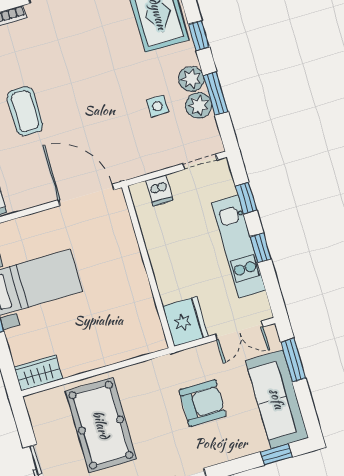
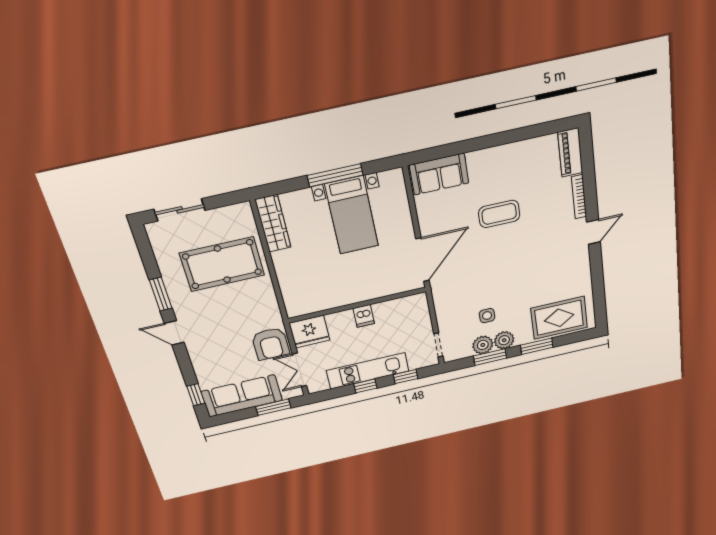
window: (199, 36) -> (537, 346), width x1.50
dishwasher: (159, 190) -> (364, 316), moved, turned -90
wardrobe: (38, 373) -> (273, 224), width x1.50
armchair: (203, 403) -> (270, 344), moved

